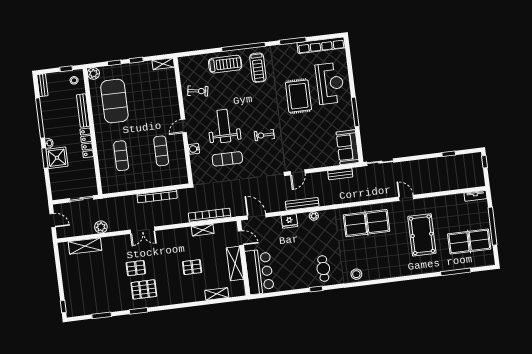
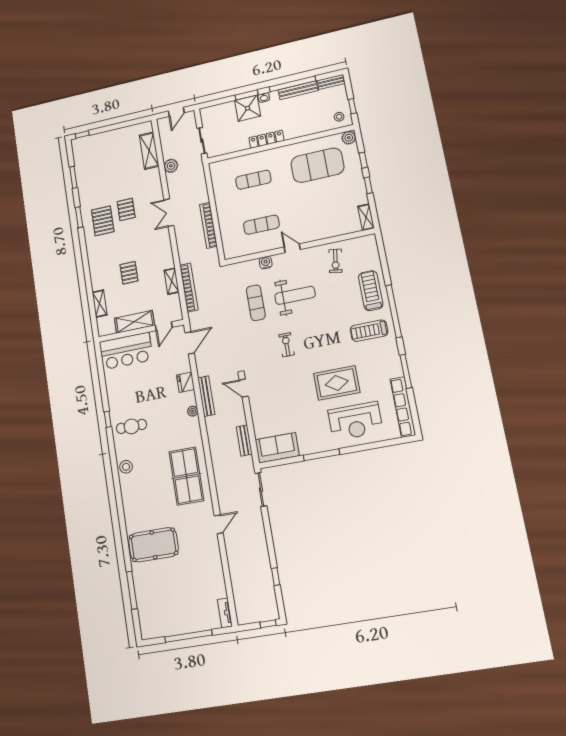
treadmill: (225, 64) -> (371, 291), turned 180
bench: (83, 110) -> (298, 90), moved
pool table: (422, 235) -> (153, 545), moved
table tennis table: (469, 241) -> (169, 606), removed

